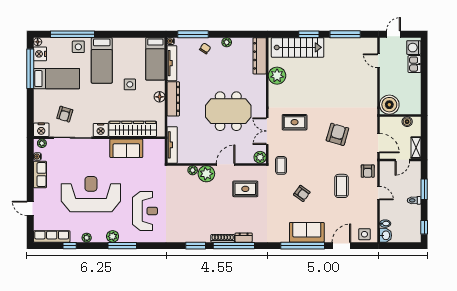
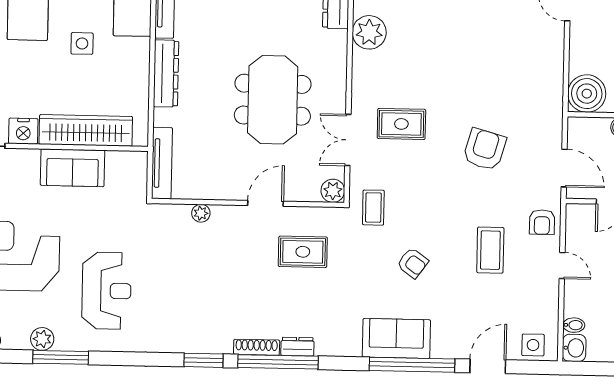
floor lamp: (160, 97) -> (139, 69), removed
meeting table: (228, 111) -> (273, 100), turned 90
plant: (206, 174) -> (227, 221), removed
sofa: (307, 232) -> (396, 338), moved

